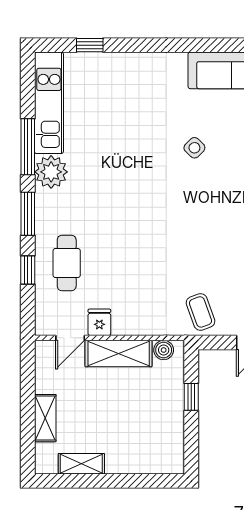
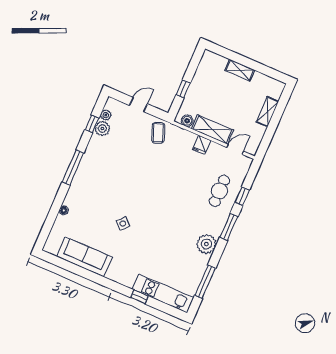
window: (90, 45) -> (139, 297), moved
kitchen unit: (49, 103) -> (163, 293), moved, turned 90
window: (28, 147) -> (205, 282), moved
fridge: (99, 322) -> (202, 145), moved
shelving: (81, 464) -> (240, 70), moved

